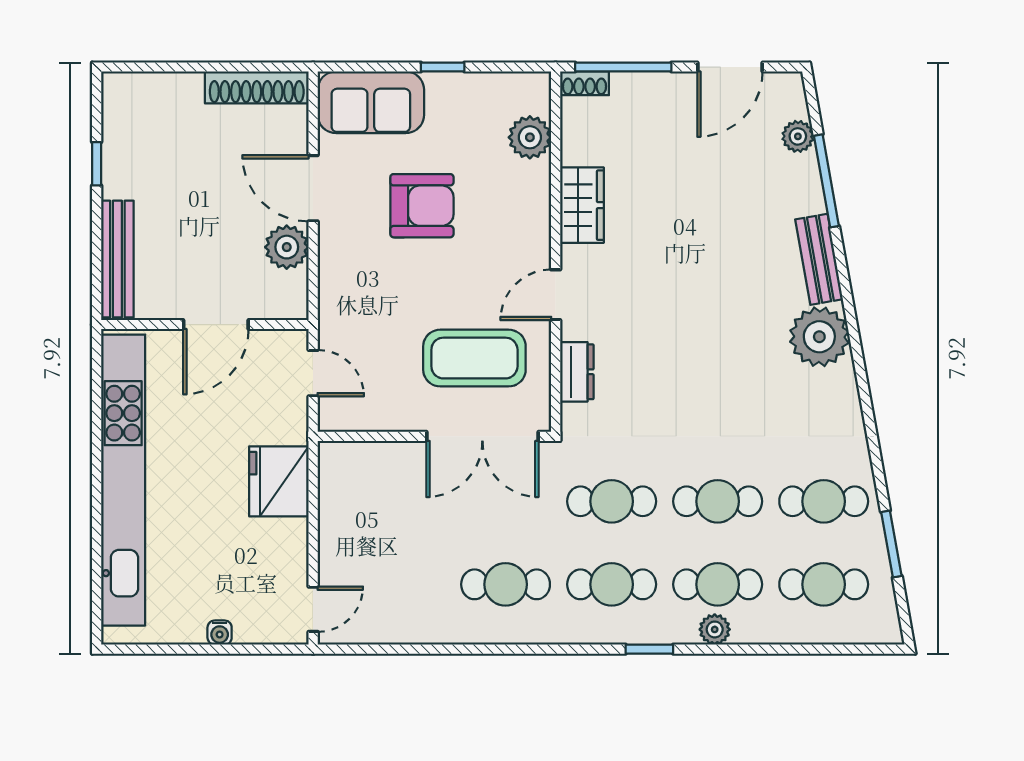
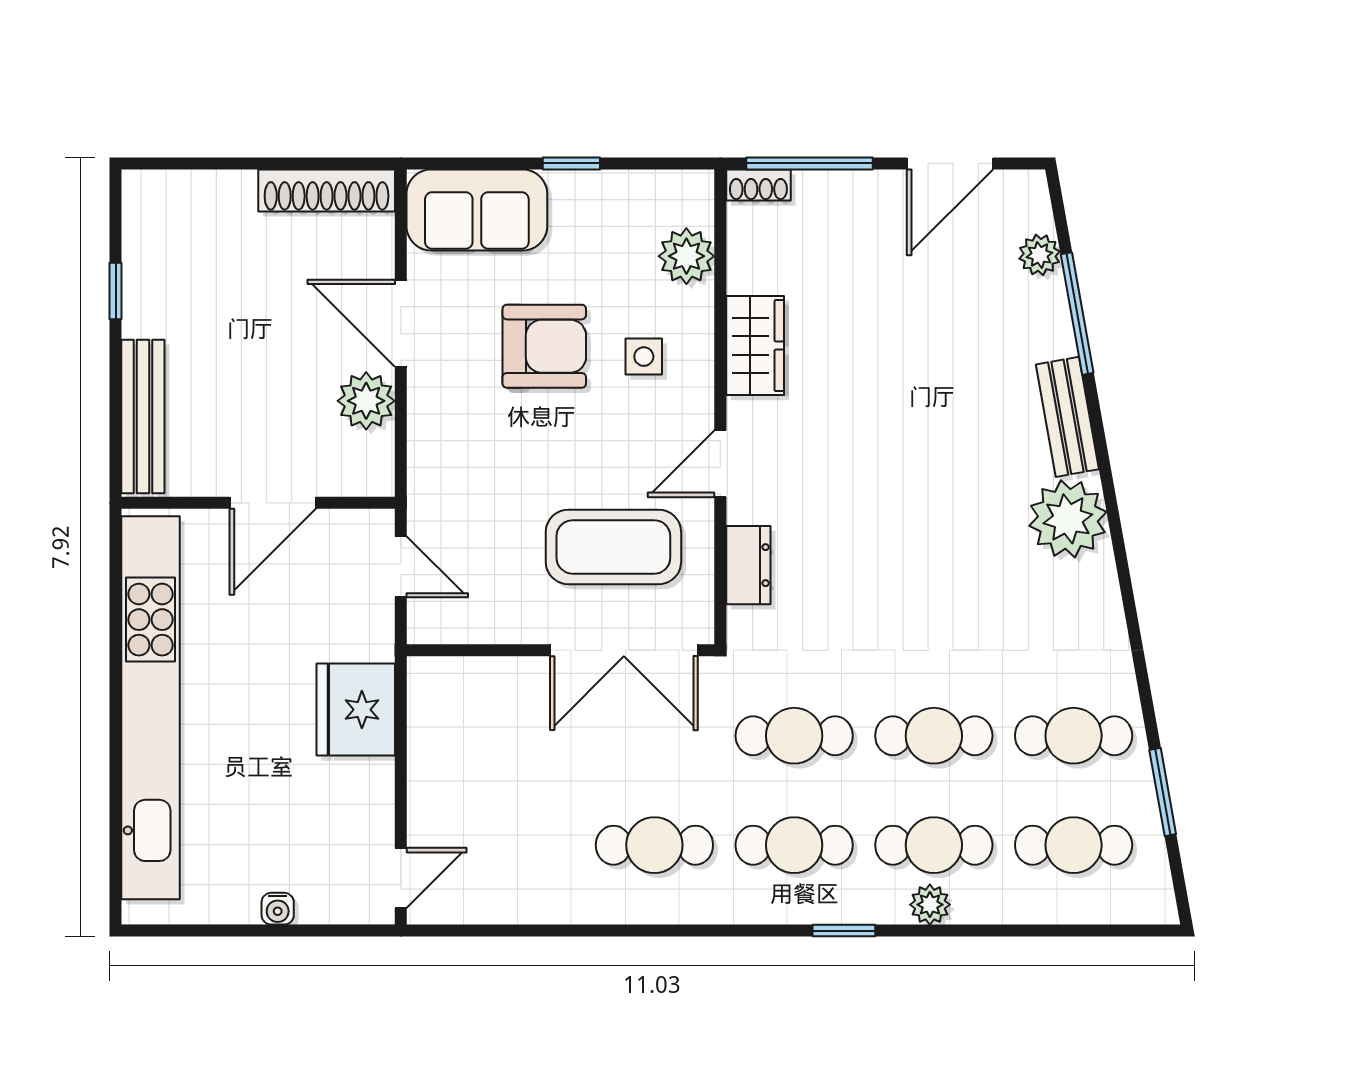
side table: (498, 214) -> (644, 357), added

